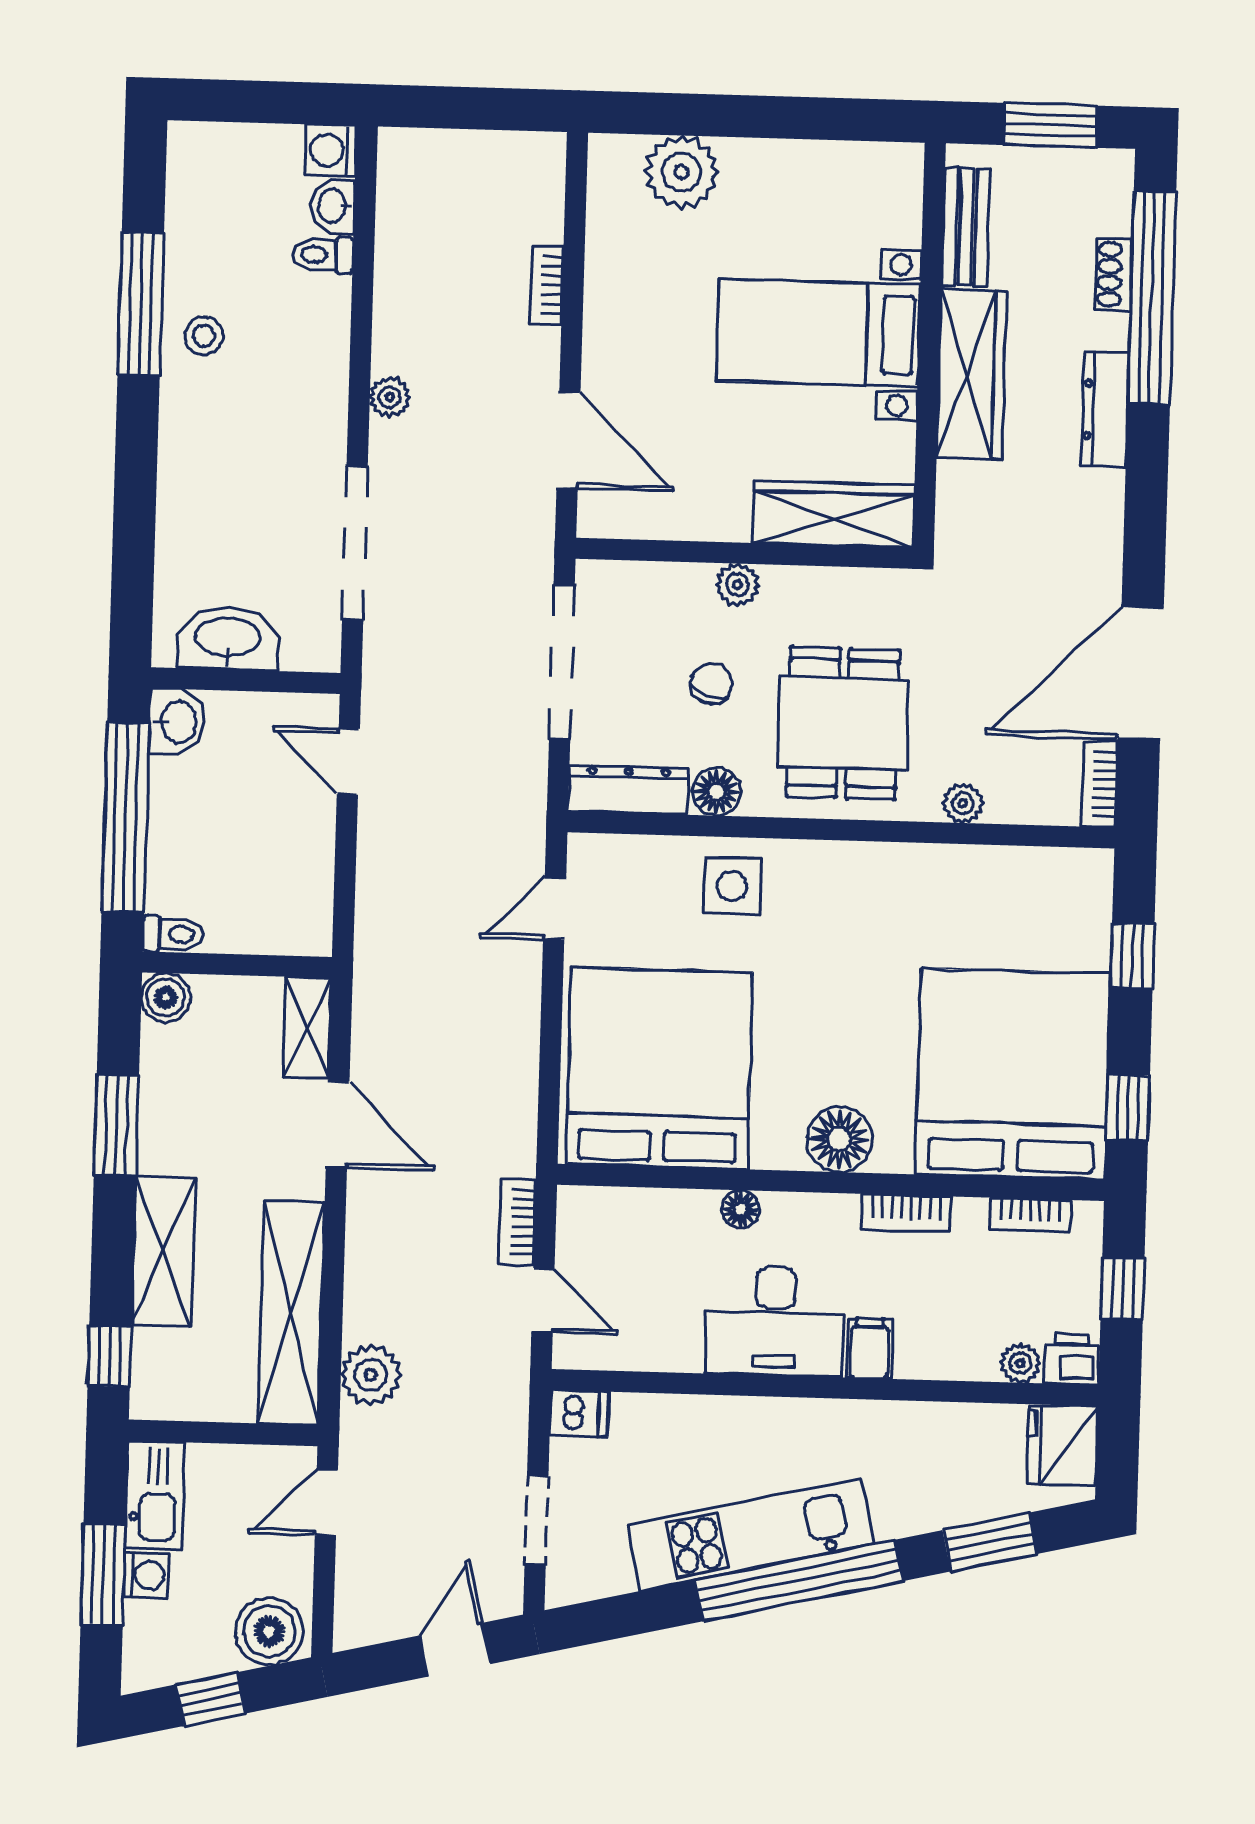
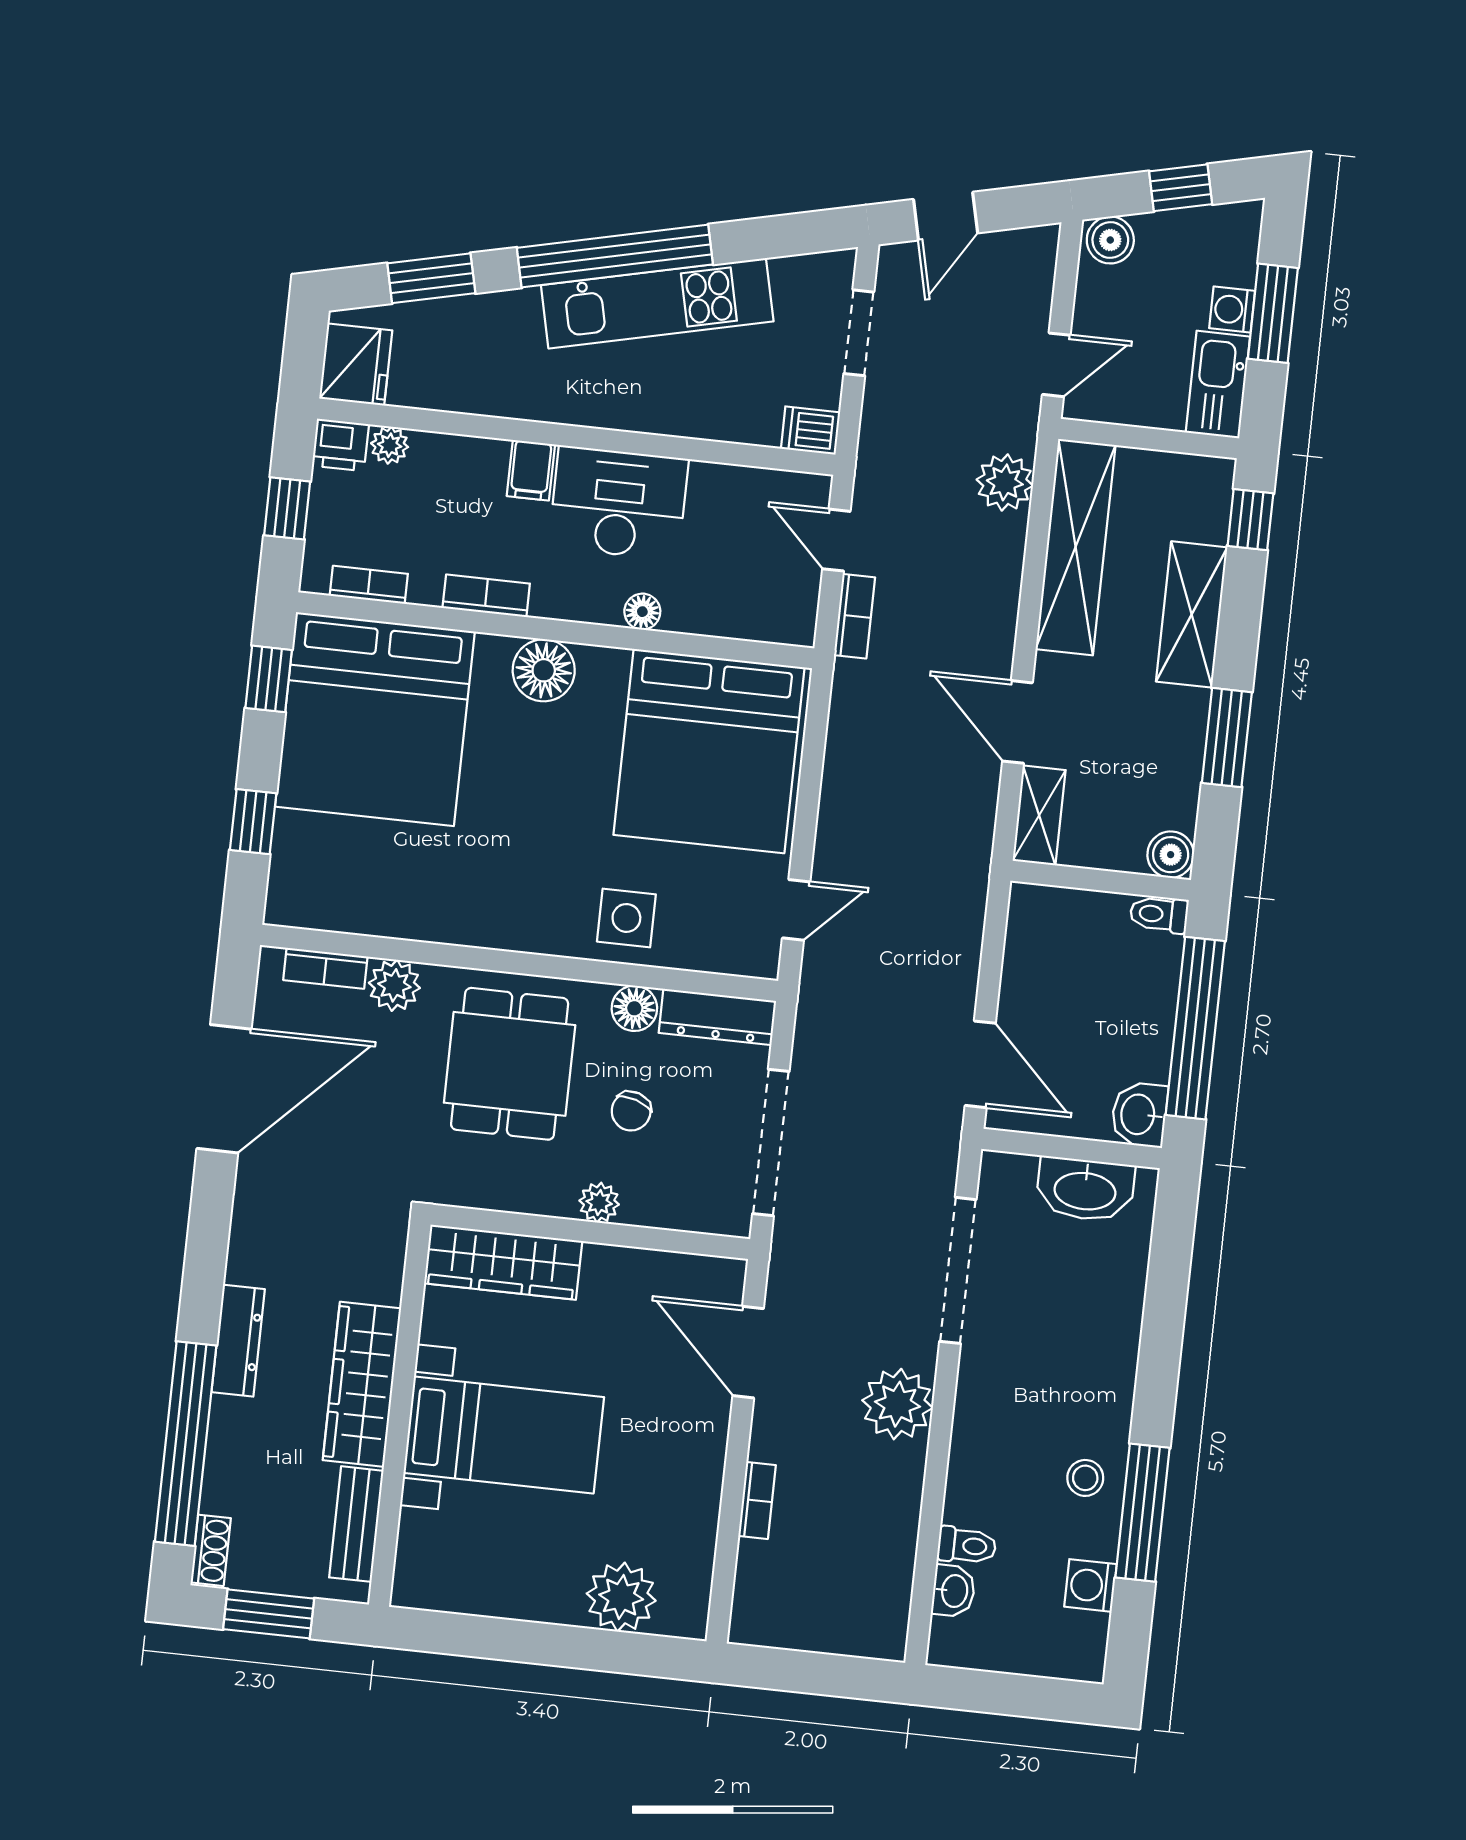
washing machine: (331, 150) -> (1091, 1585), moved, turned 180
shoe rack: (1114, 275) -> (211, 1550), moved
plant: (390, 397) -> (898, 1404), width x1.87, depth x1.87
door: (348, 762) -> (980, 1064), width x1.38
bookcase: (1099, 784) -> (325, 968), moved, turned 90
plant: (963, 803) -> (394, 985), width x1.38, depth x1.38
boiler: (269, 1631) -> (1110, 240), width x0.73, depth x0.73

